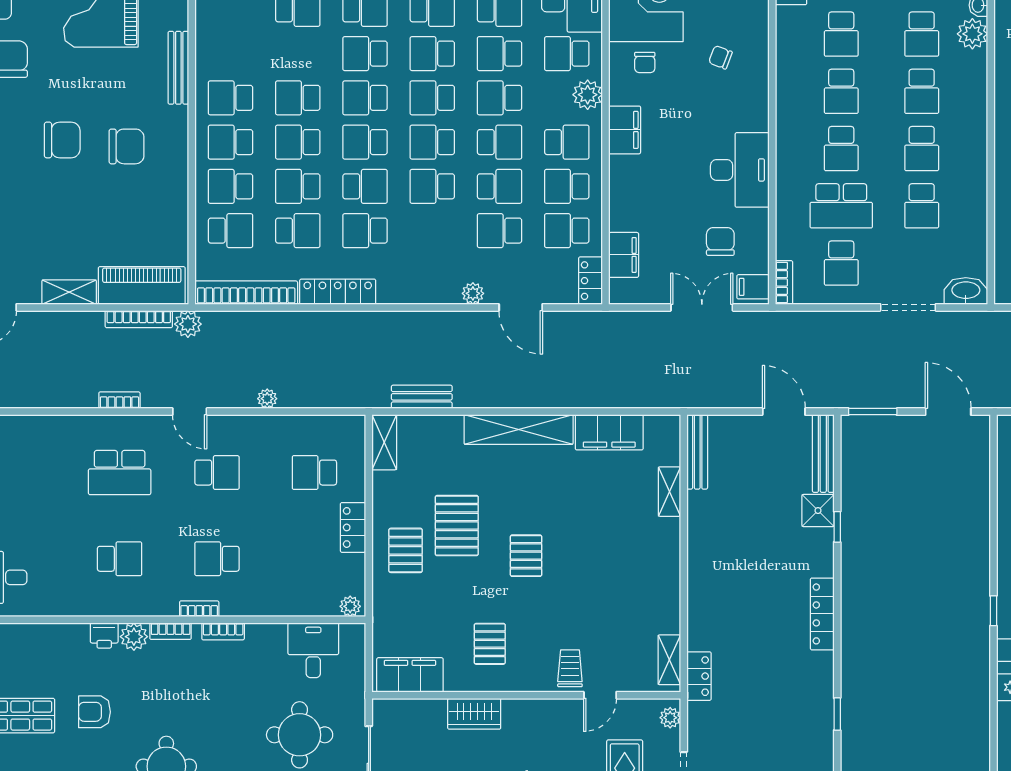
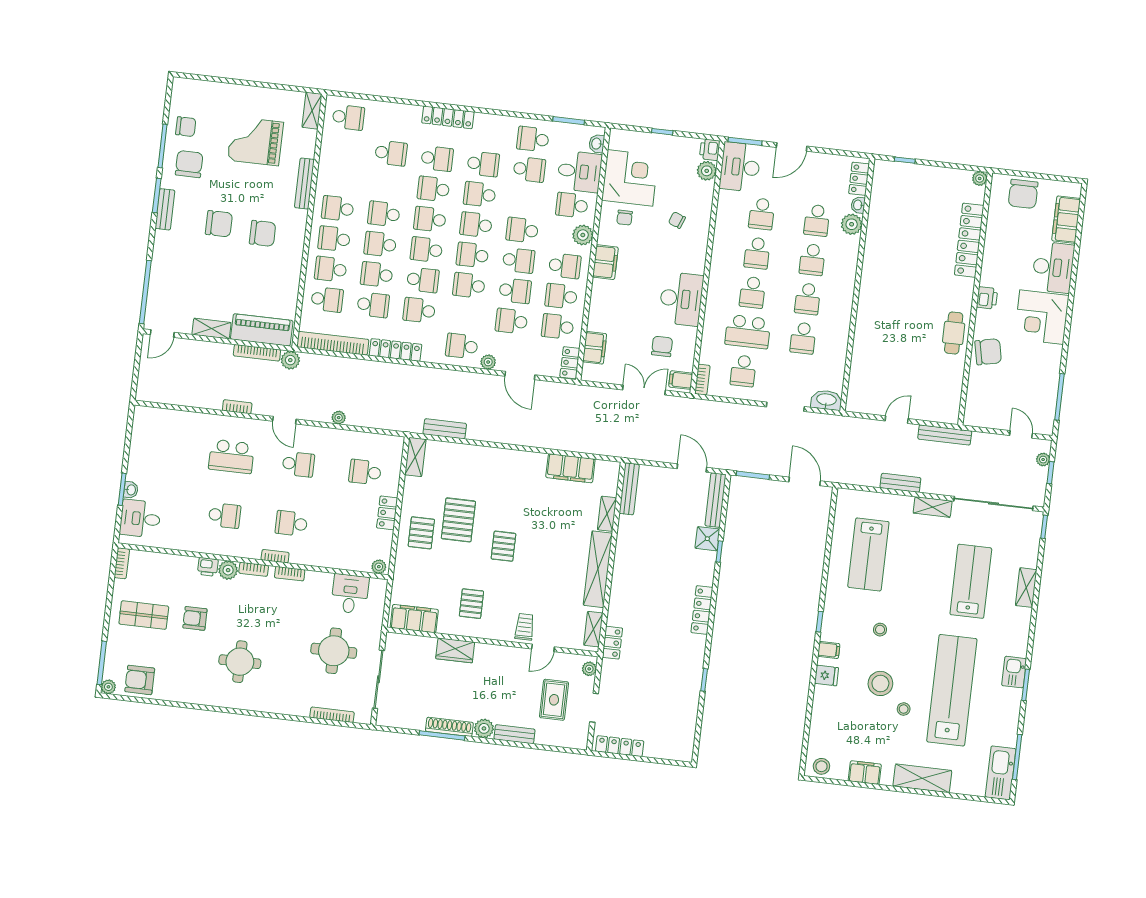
school desk: (500, 54) -> (462, 346), moved
shelving: (519, 430) -> (598, 569), moved, turned 90

